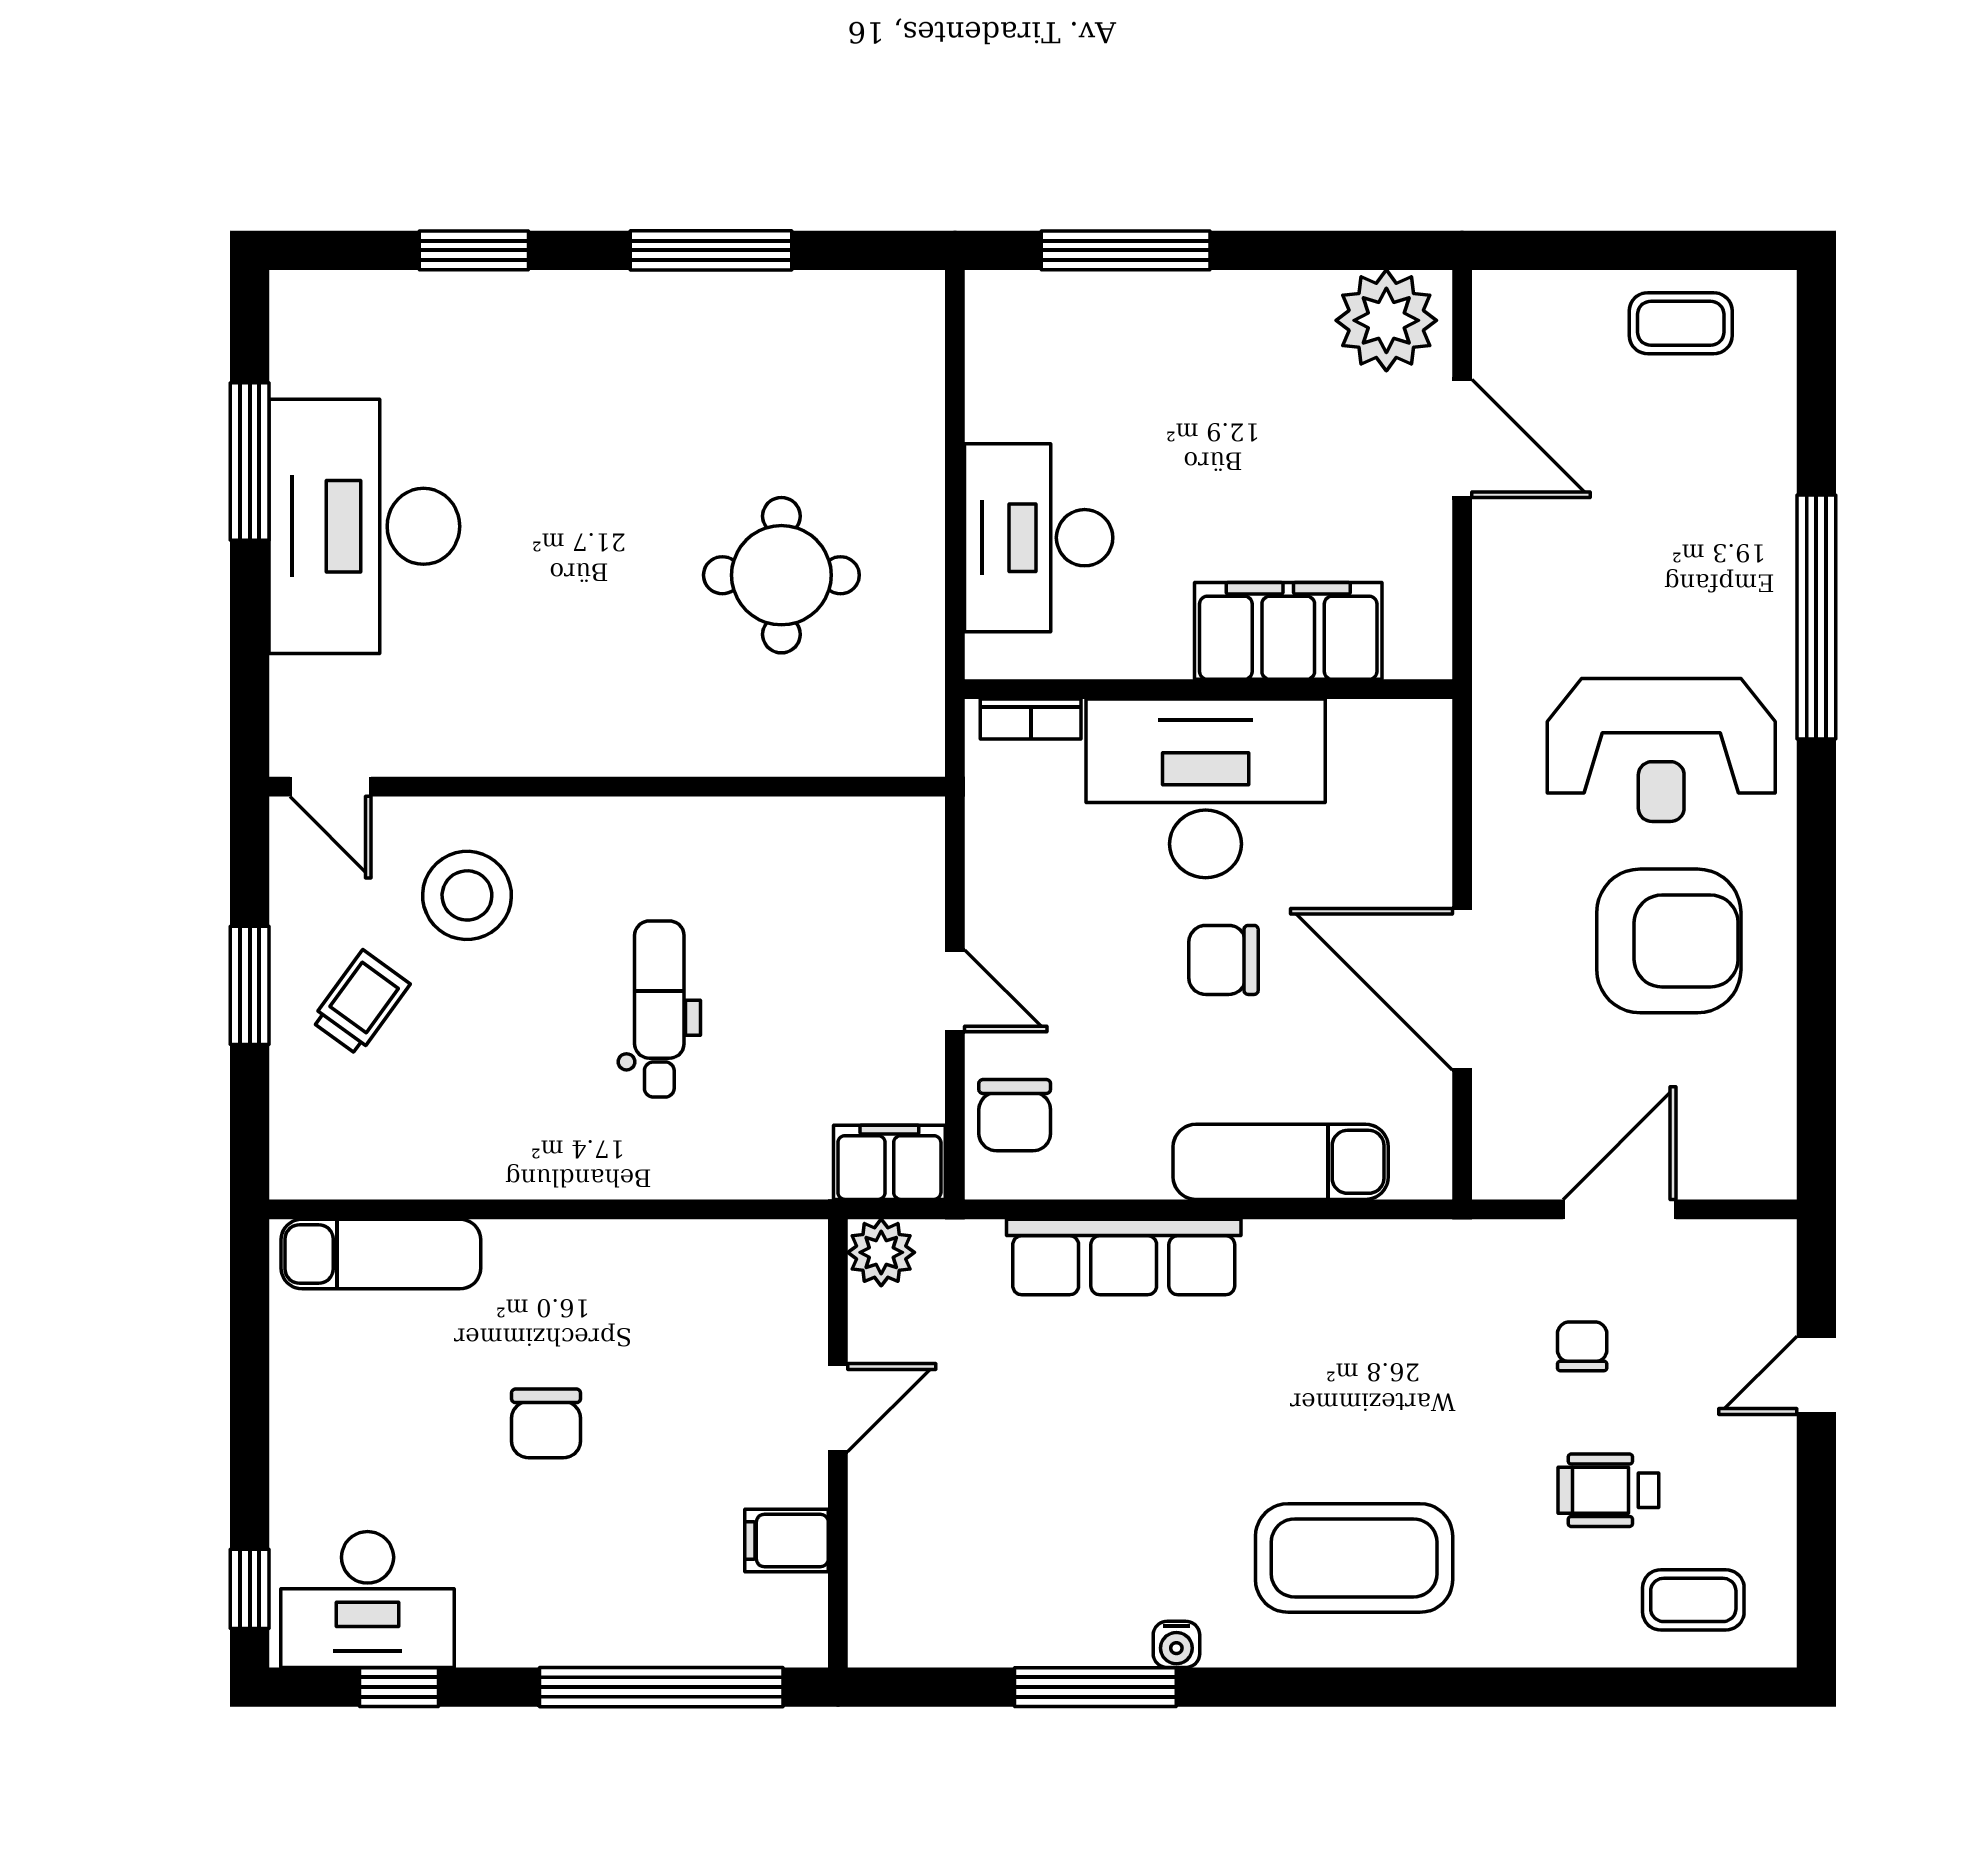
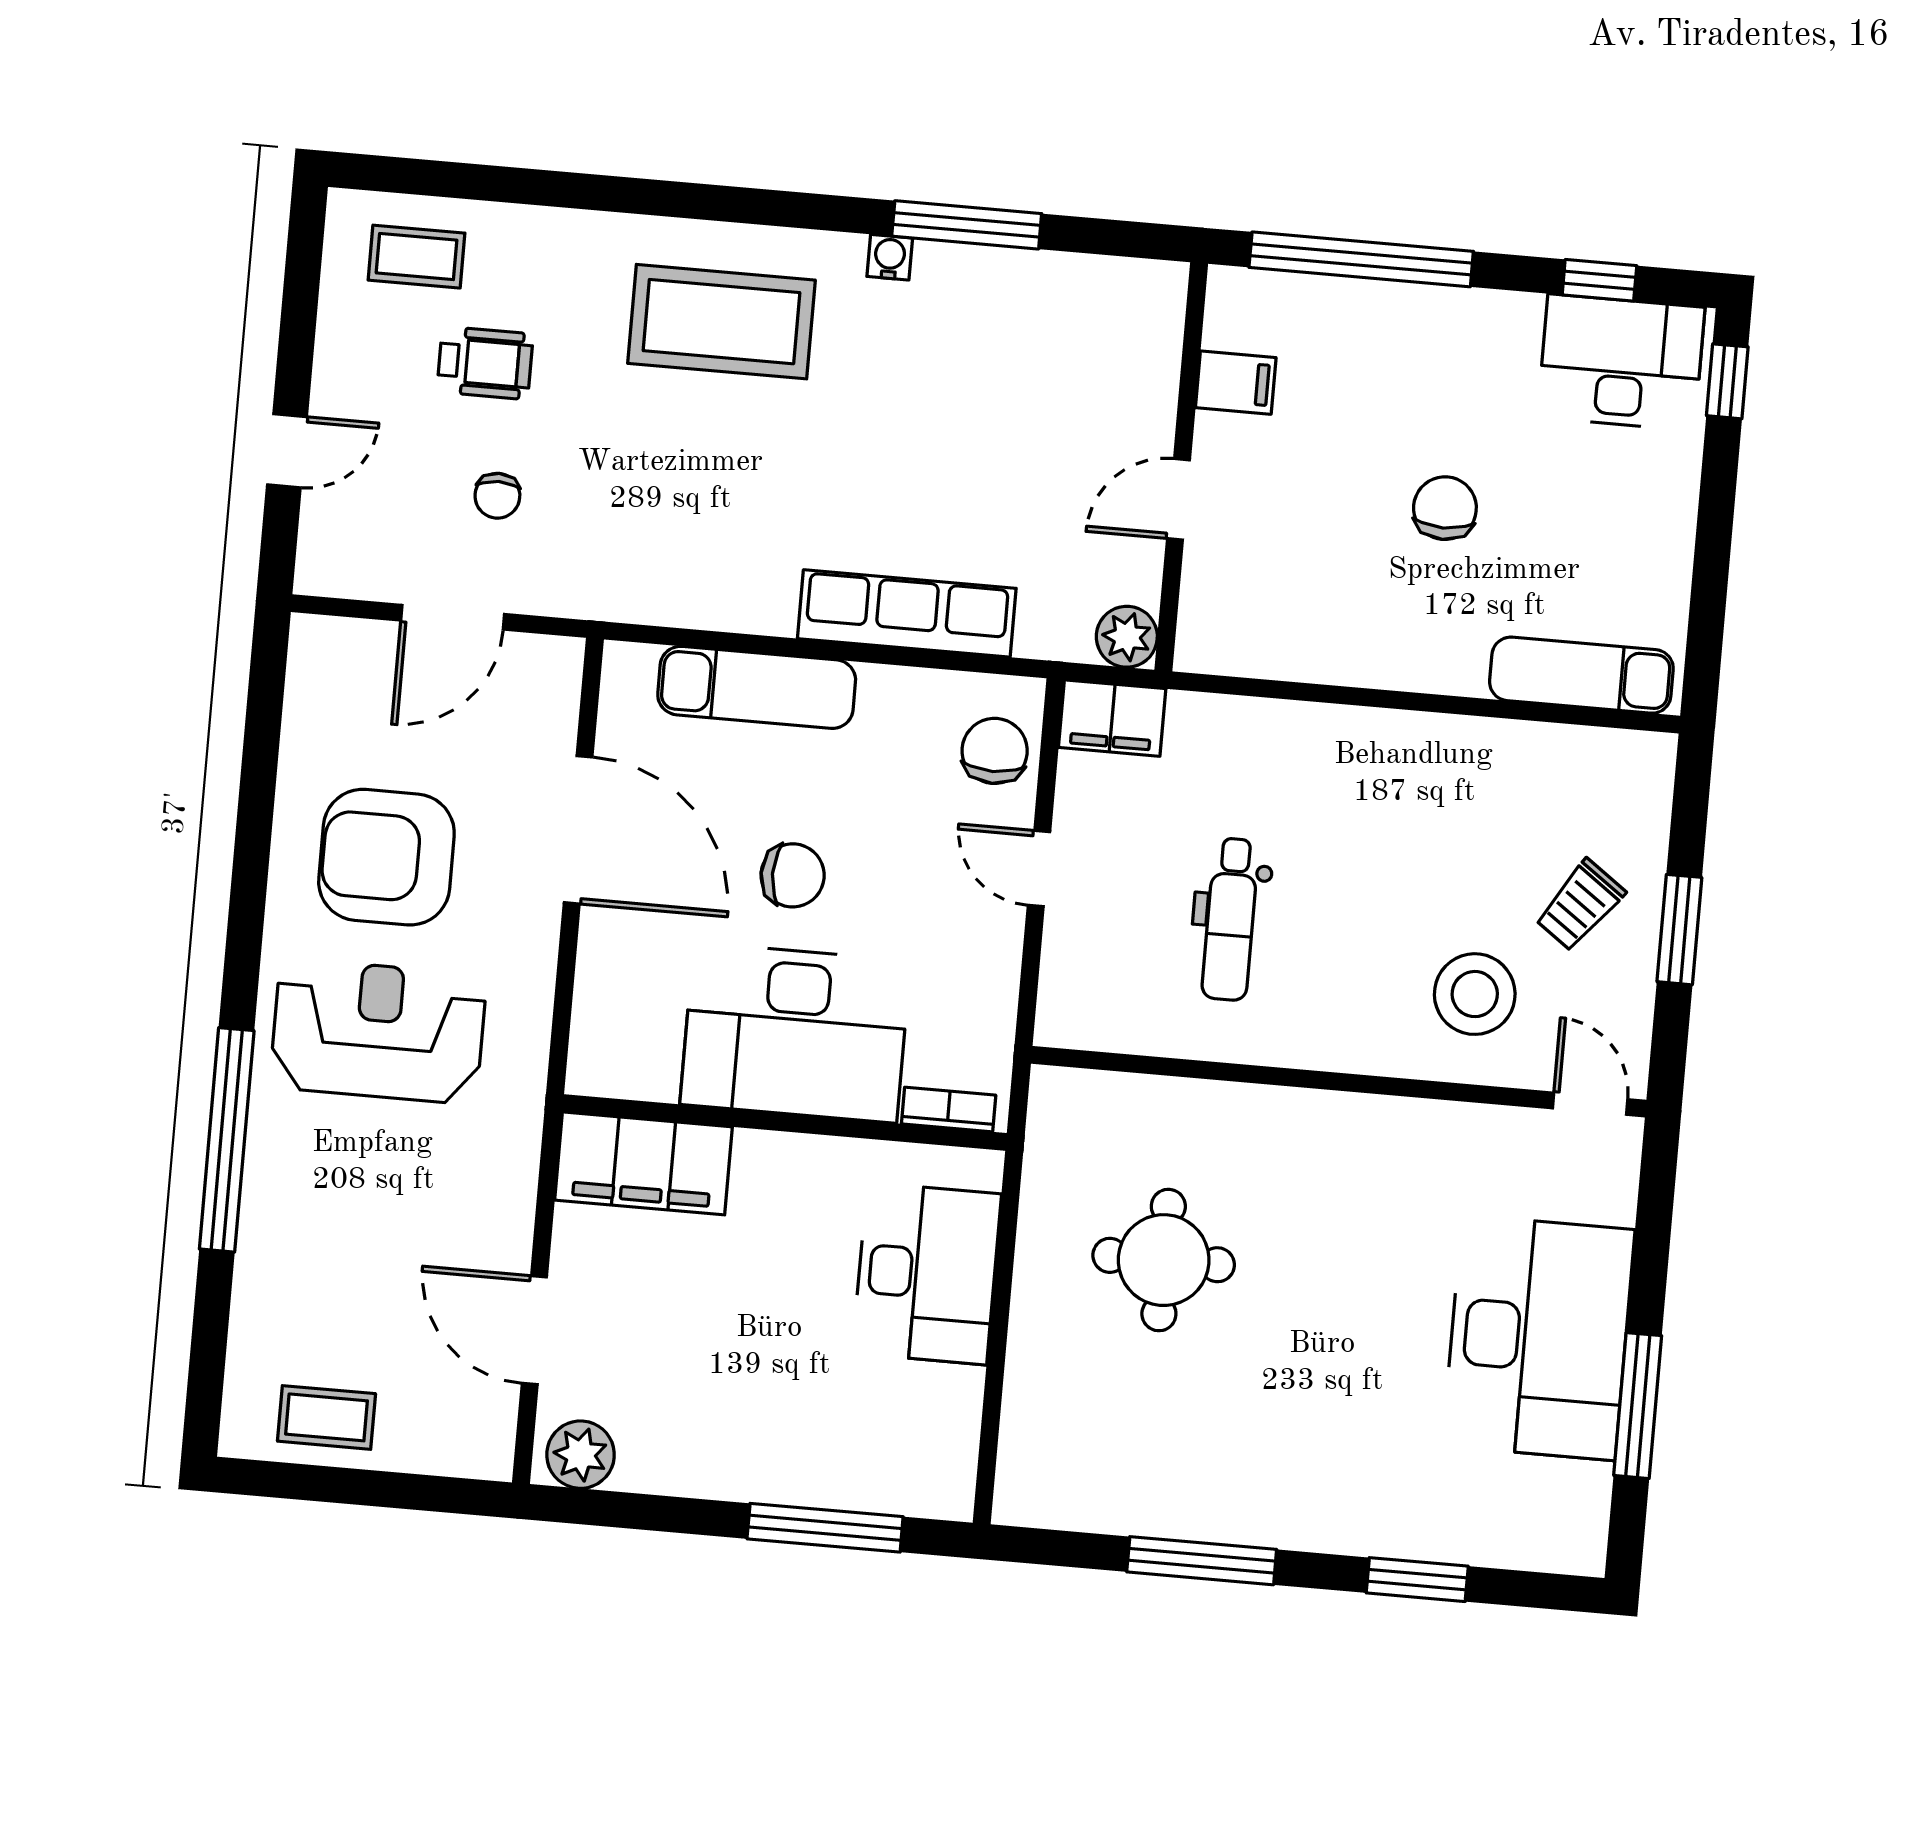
plant: (1386, 320) -> (581, 1455), width x0.73, depth x0.73
filing cabinet: (1288, 631) -> (644, 1163), moved
dental chair: (659, 1009) -> (1230, 919), moved

